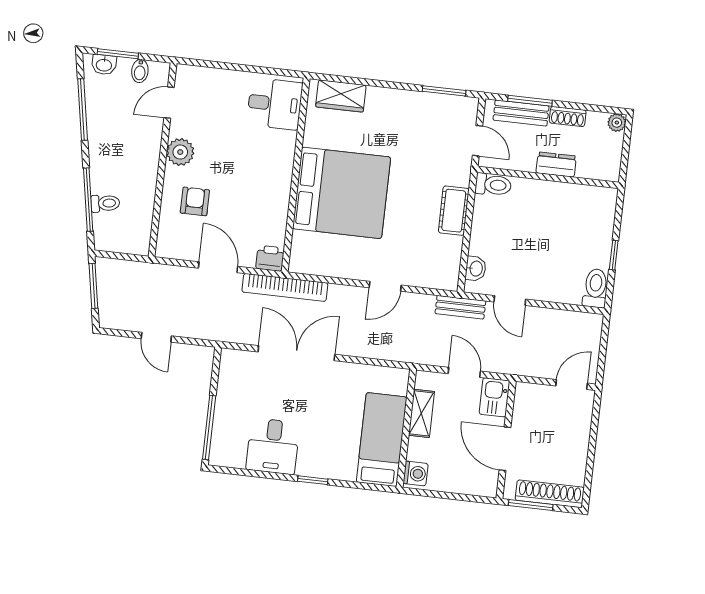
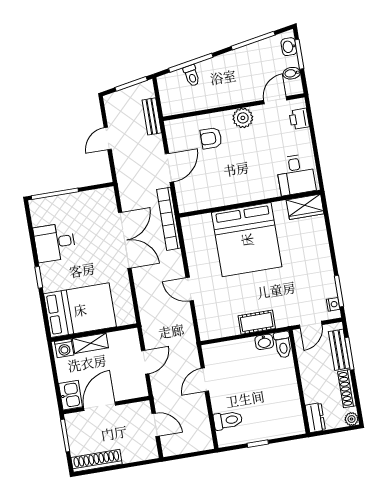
wardrobe: (341, 96) -> (305, 207), moved, turned -90
door: (169, 103) -> (275, 100), hinge flipped
nightstand: (459, 104) -> (333, 304), added
shoe rack: (568, 117) -> (347, 389), width x1.43
dresser: (556, 164) -> (315, 418), moved
armchair: (195, 201) -> (211, 138), turned 180
printer: (270, 258) -> (299, 119), moved, turned 180
washbasin: (476, 269) -> (264, 342), moved
toilet: (595, 288) -> (228, 420), moved
bench: (460, 307) -> (152, 116), moved
door: (572, 385) -> (156, 425), moved
kitchen sink: (494, 397) -> (71, 395), moved, turned 90
shelving: (421, 413) -> (90, 343), moved
bed: (382, 440) -> (80, 310), width x1.50
shoe rack: (550, 494) -> (97, 461), moved, turned -90

